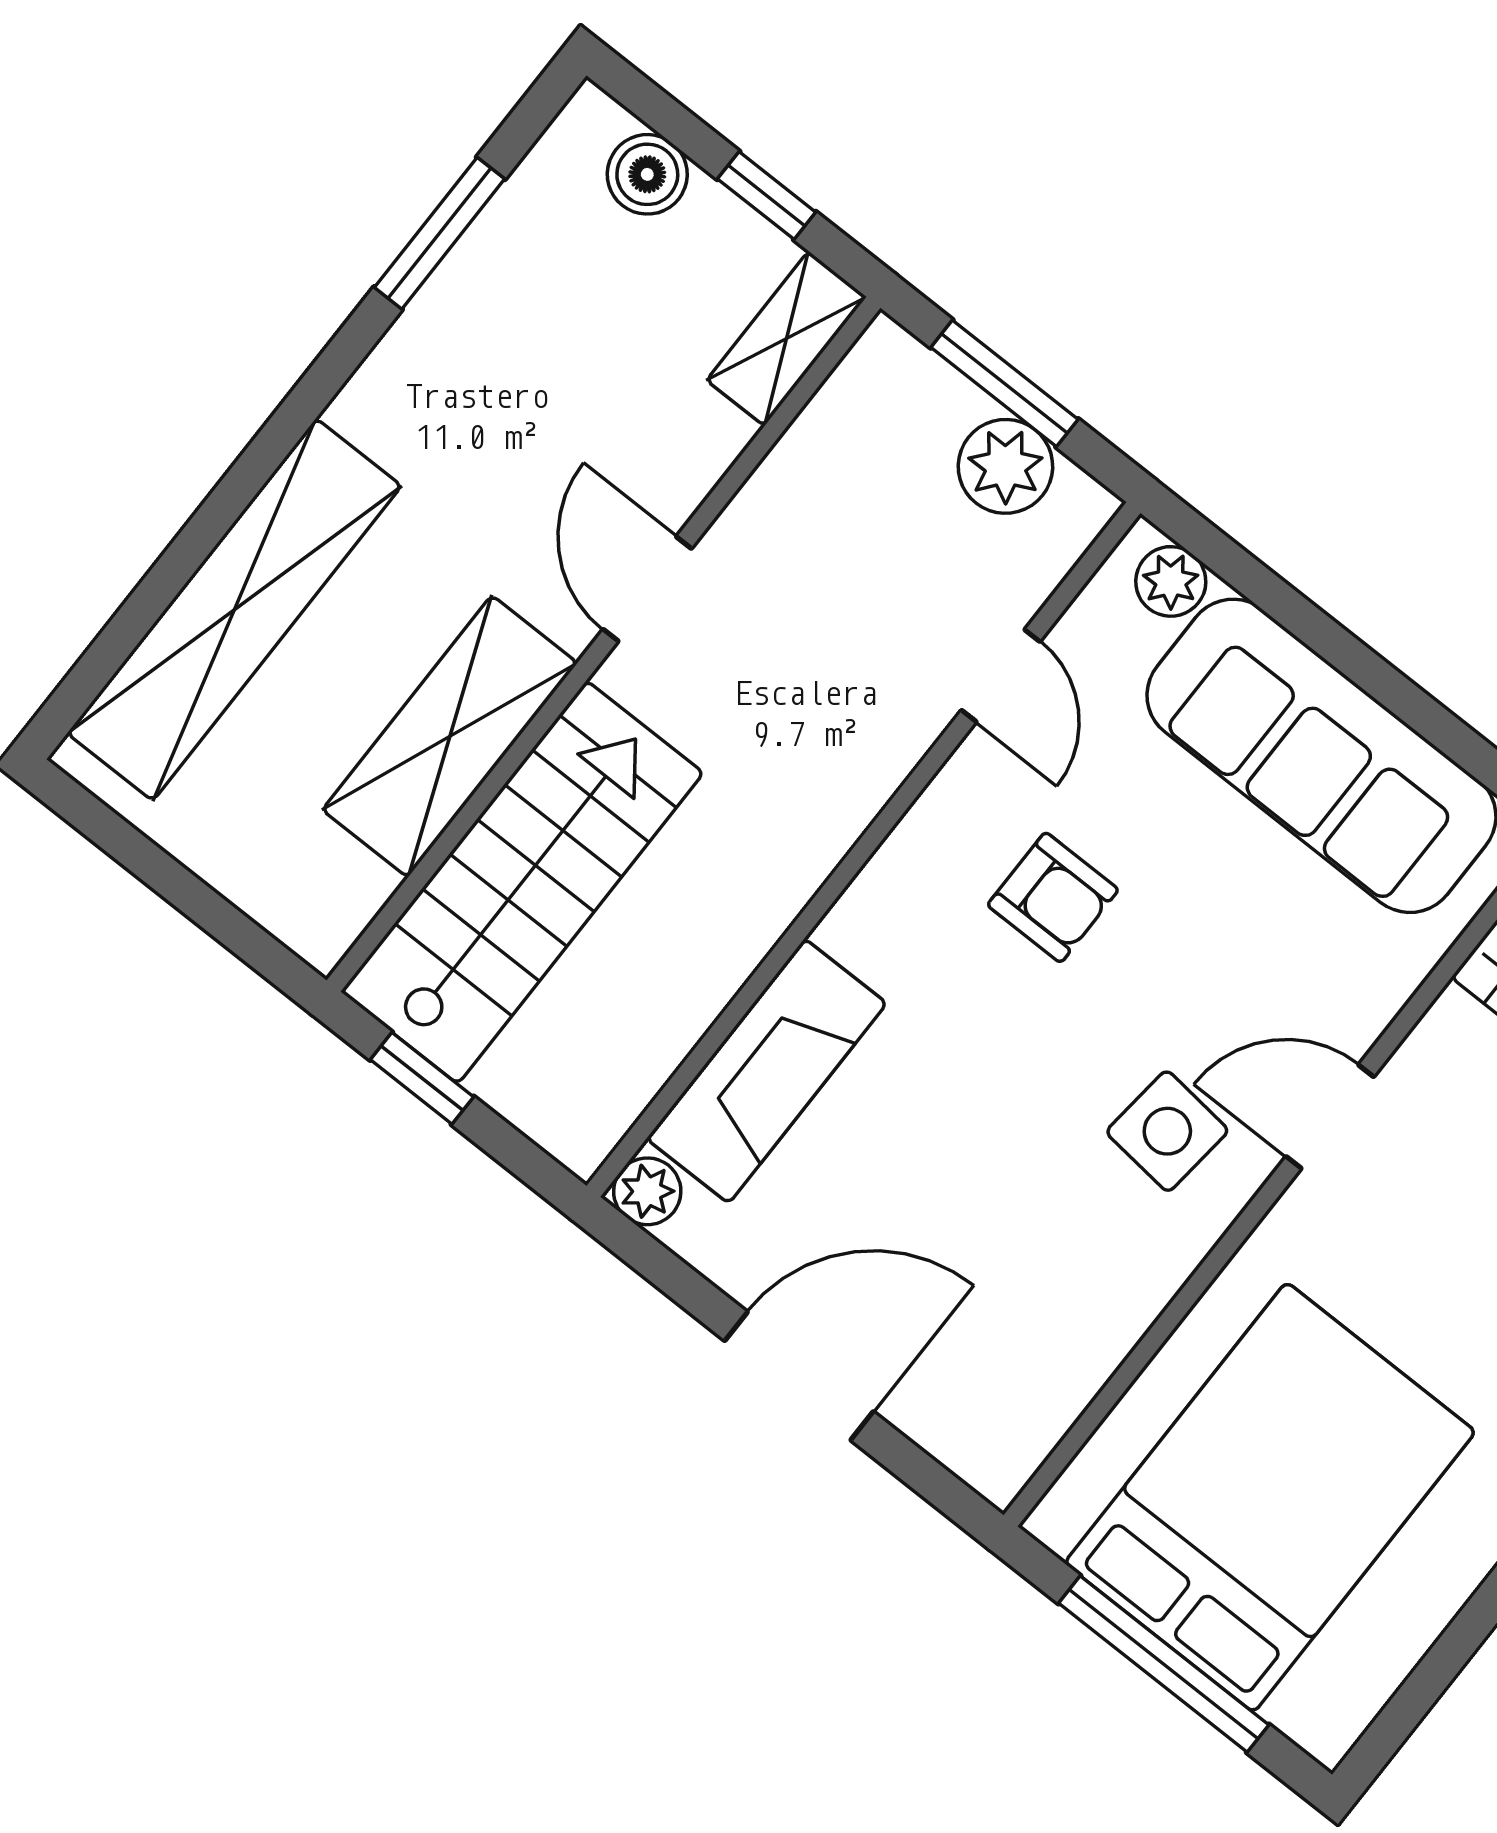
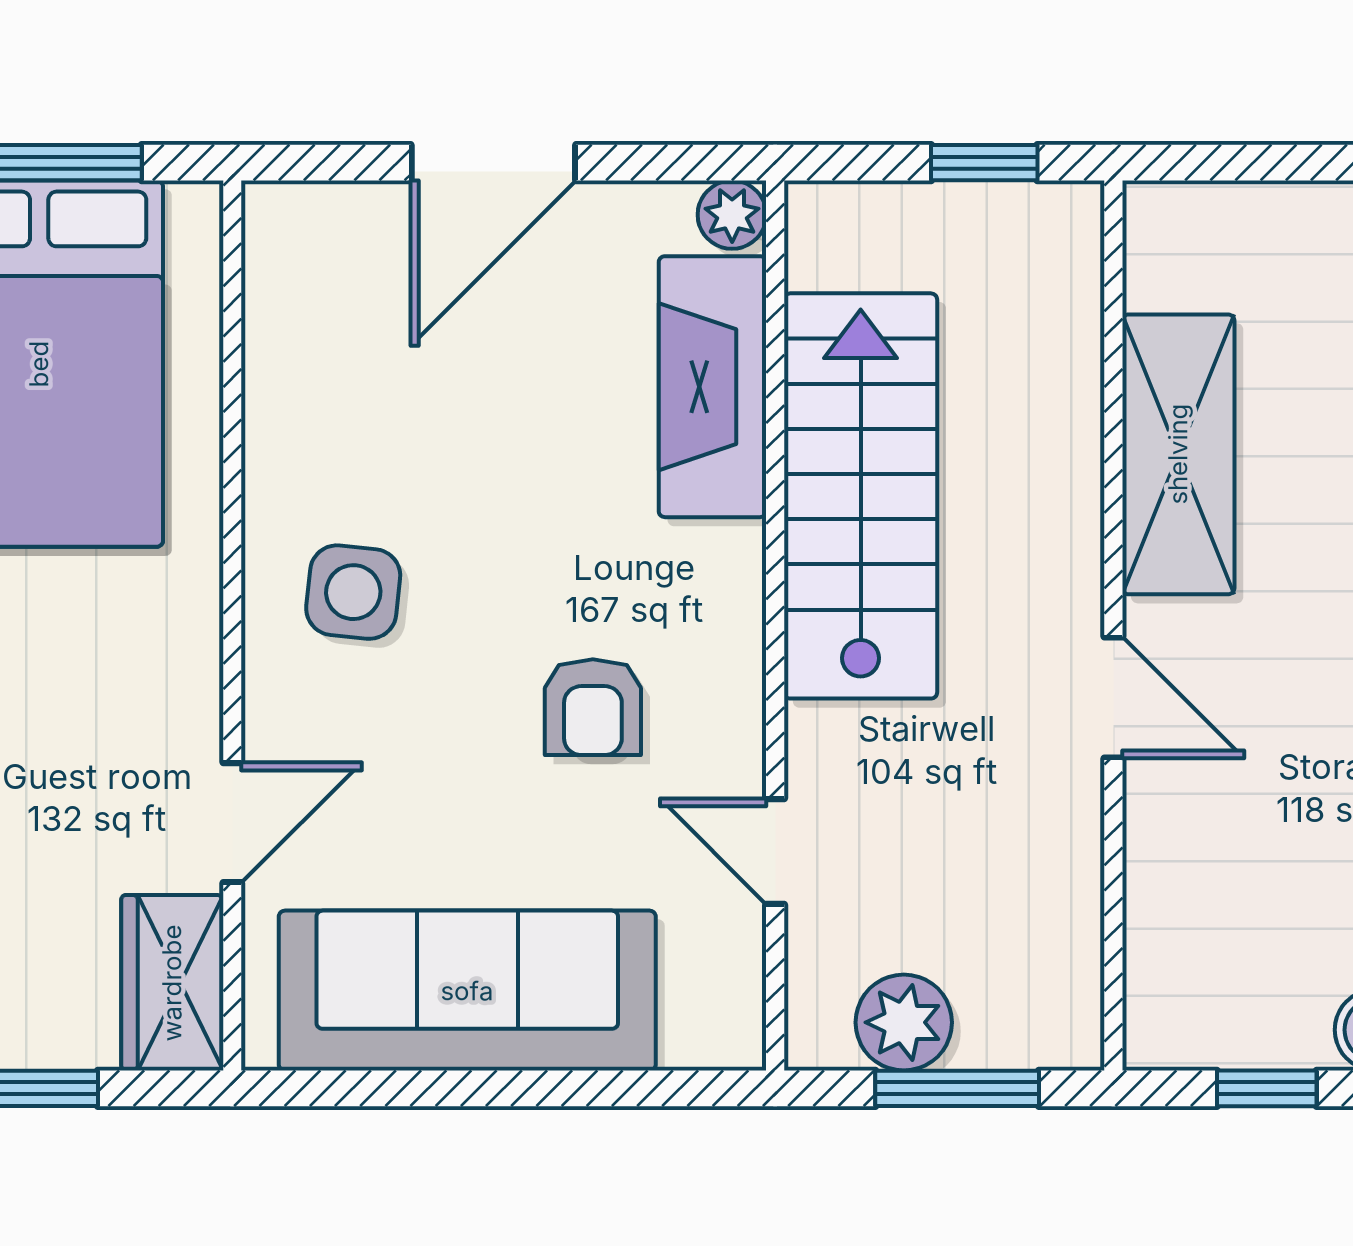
shelving: (786, 339) -> (1160, 986), removed
plant: (1171, 581) -> (698, 1035), removed
stairs: (522, 882) -> (861, 496), moved, turned 180
armchair: (1053, 897) -> (593, 707), turned -90
door: (1330, 1117) -> (232, 823), moved

